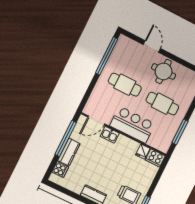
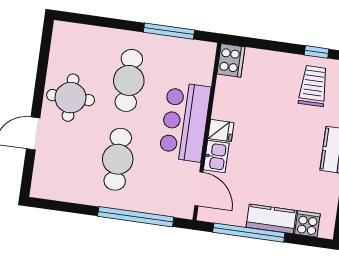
window: (107, 56) -> (136, 217), moved
fridge: (143, 152) -> (221, 131), moved

